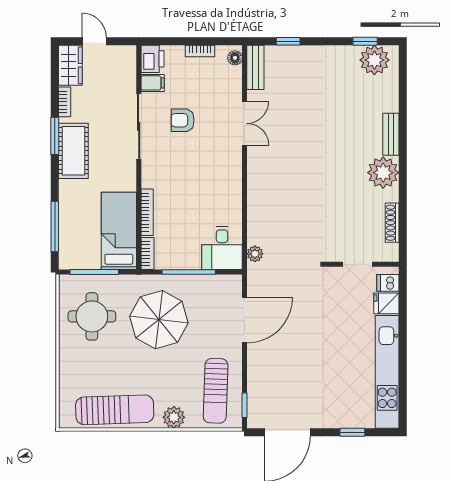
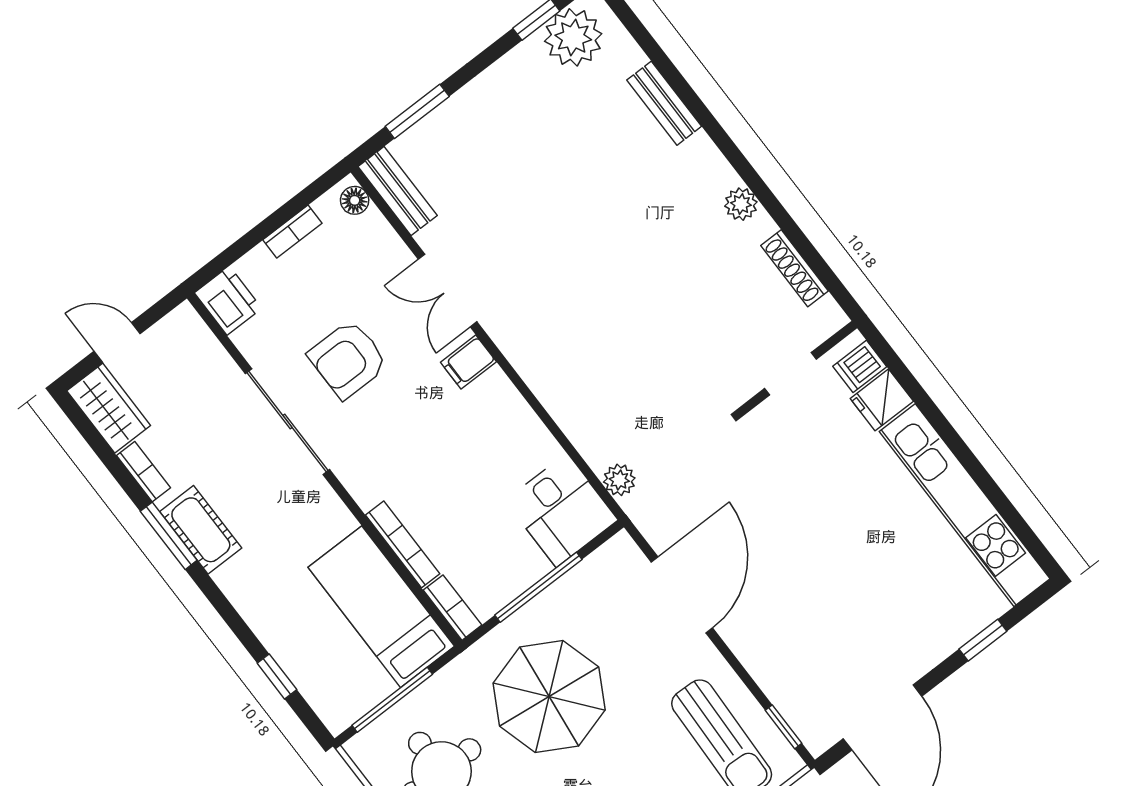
window: (288, 41) -> (417, 111), width x1.50
filing cabinet: (153, 83) -> (468, 362), moved, turned 180
armchair: (183, 120) -> (348, 359), width x1.38, depth x1.38
double door: (244, 123) -> (447, 290), swing flipped
bench: (391, 134) -> (664, 103), moved
cot: (73, 151) -> (201, 530), width x0.73, depth x0.75
plant: (383, 173) -> (741, 204), width x0.53, depth x0.53
window: (55, 227) -> (277, 676), width x0.46

